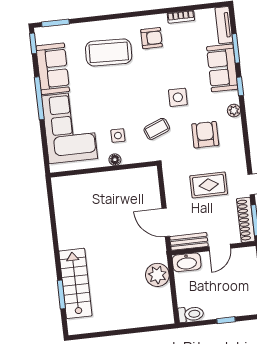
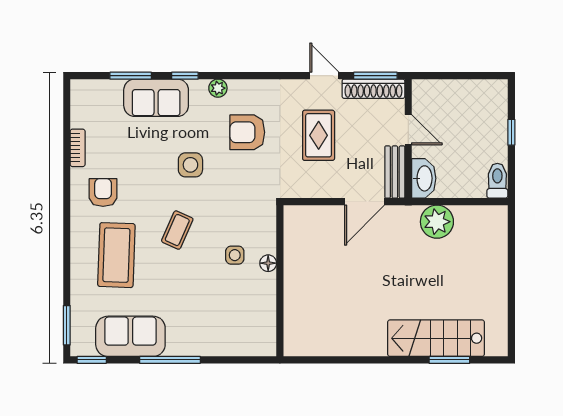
tv unit: (224, 25) -> (96, 89), removed
corner sofa: (70, 127) -> (215, 322), removed
coffee table: (157, 129) -> (177, 230), moved, turned 46

